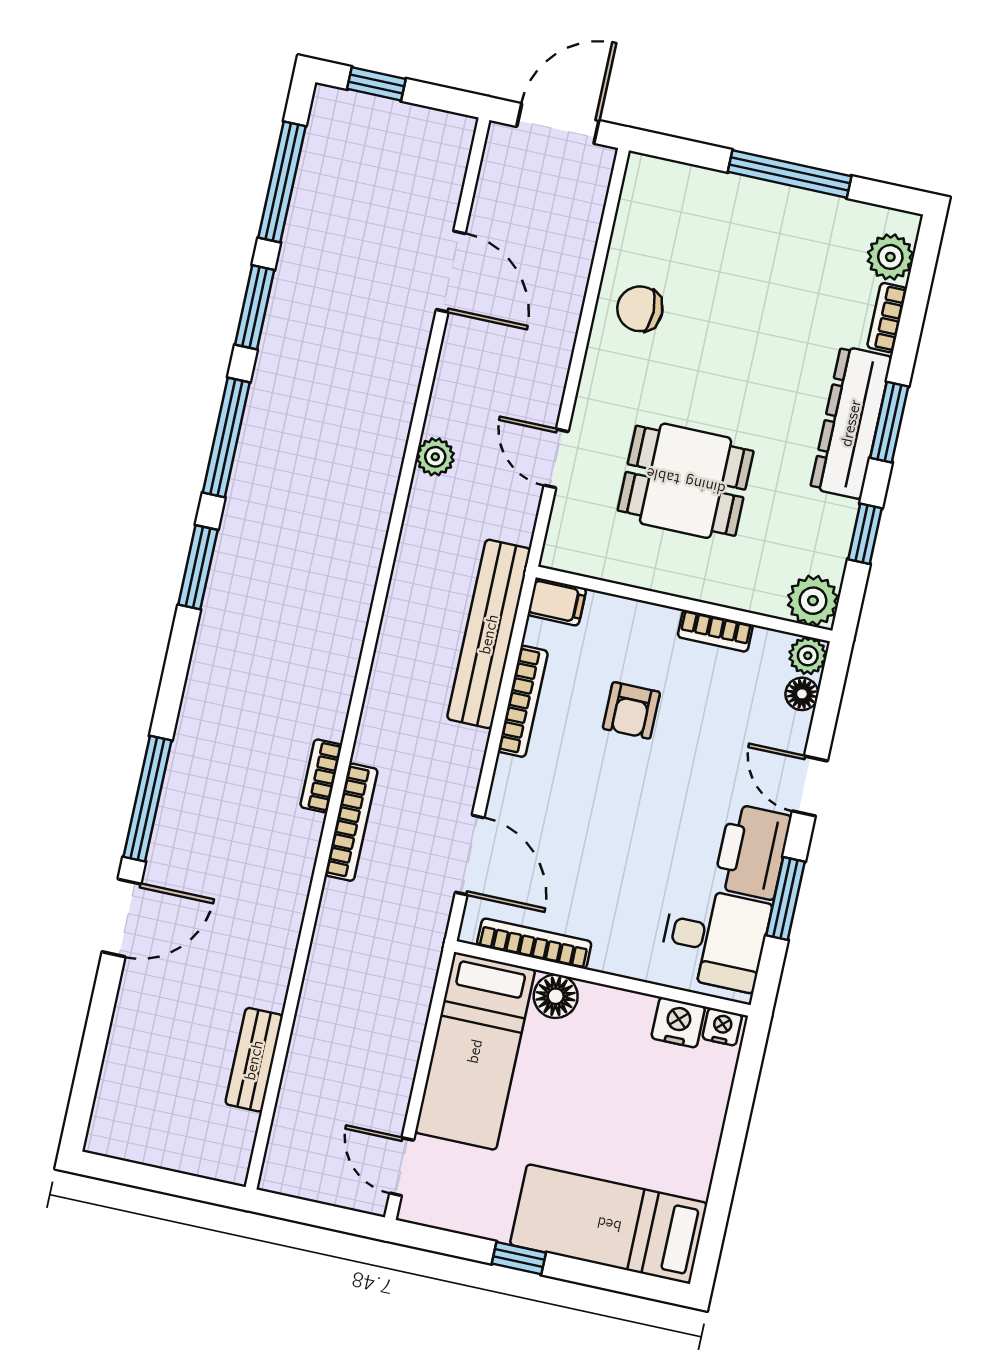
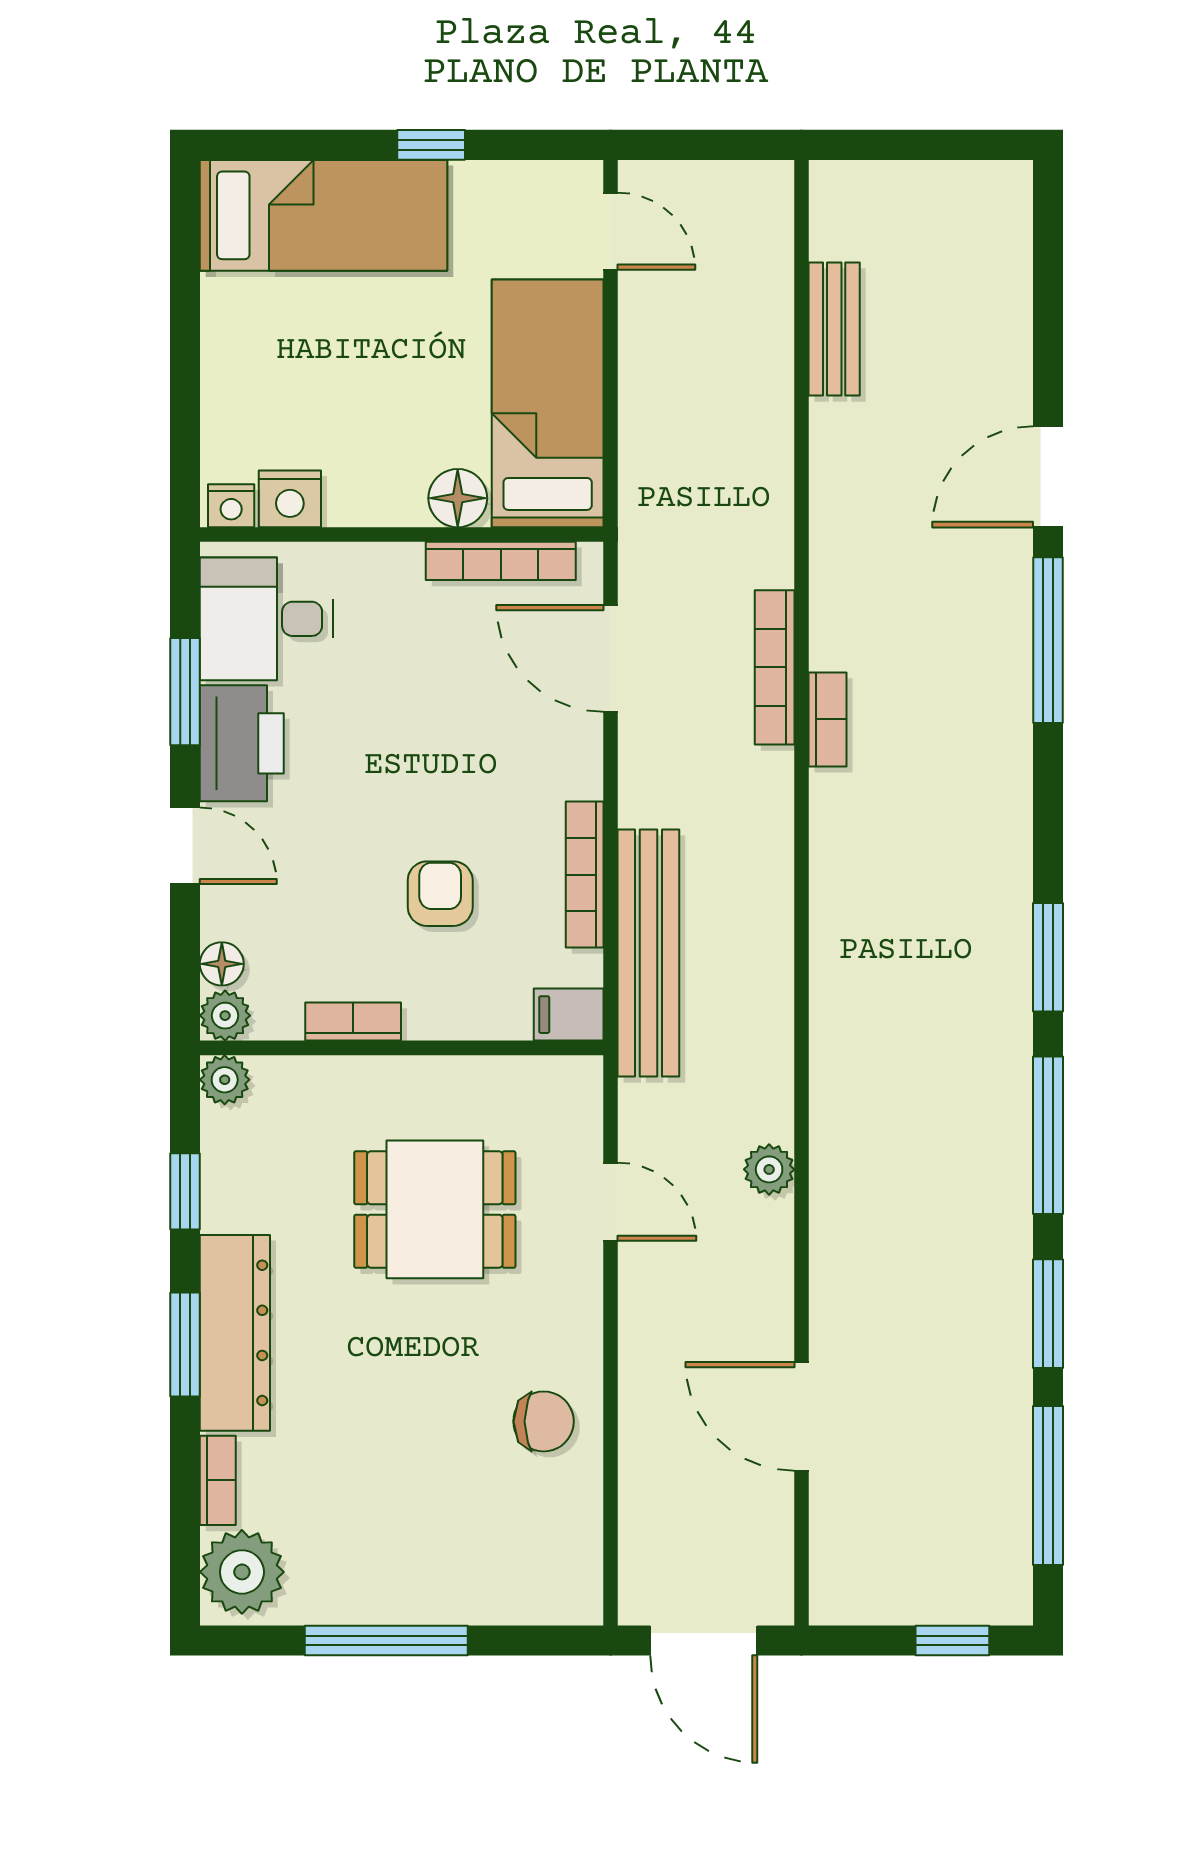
door: (558, 123) -> (704, 1641), hinge flipped
plant: (890, 257) -> (242, 1572), width x1.36, depth x1.36
plant: (813, 601) -> (225, 1080), width x0.73, depth x0.73

